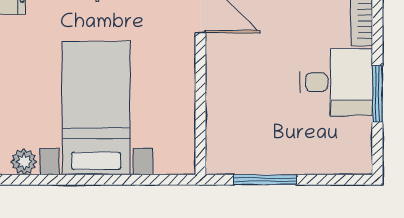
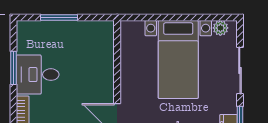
window: (265, 180) -> (59, 17), moved

